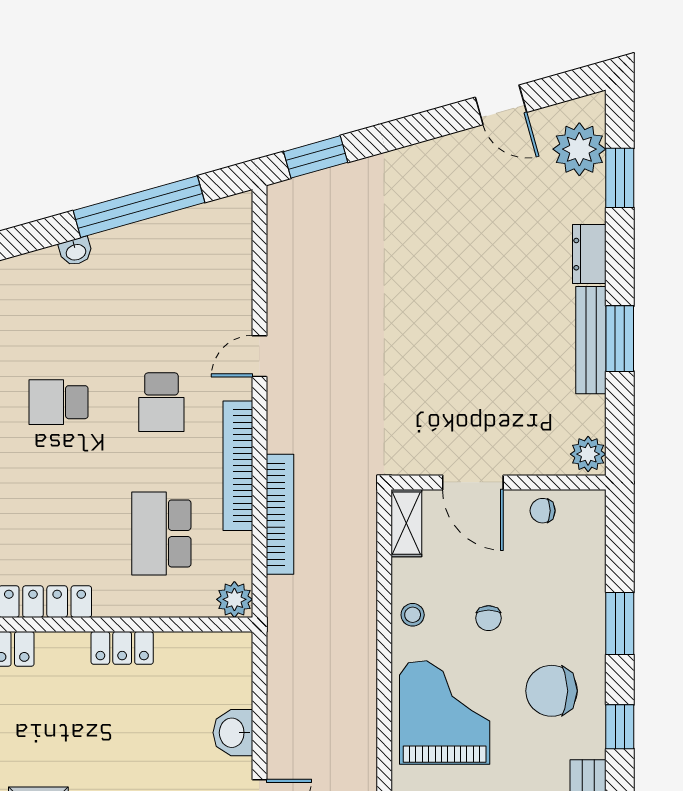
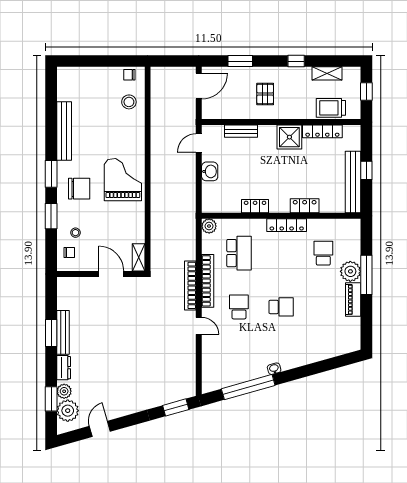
door: (501, 105) -> (100, 429), hinge flipped
door: (259, 356) -> (199, 326), hinge flipped
plant: (588, 454) -> (64, 391), moved
chair: (543, 511) -> (69, 252), moved
bookcase: (280, 514) -> (190, 285), moved
stool: (413, 615) -> (75, 233), moved
chair: (489, 618) -> (105, 218), removed
grand piano: (445, 713) -> (123, 180), turned 180
window: (620, 727) -> (51, 174), width x1.50

